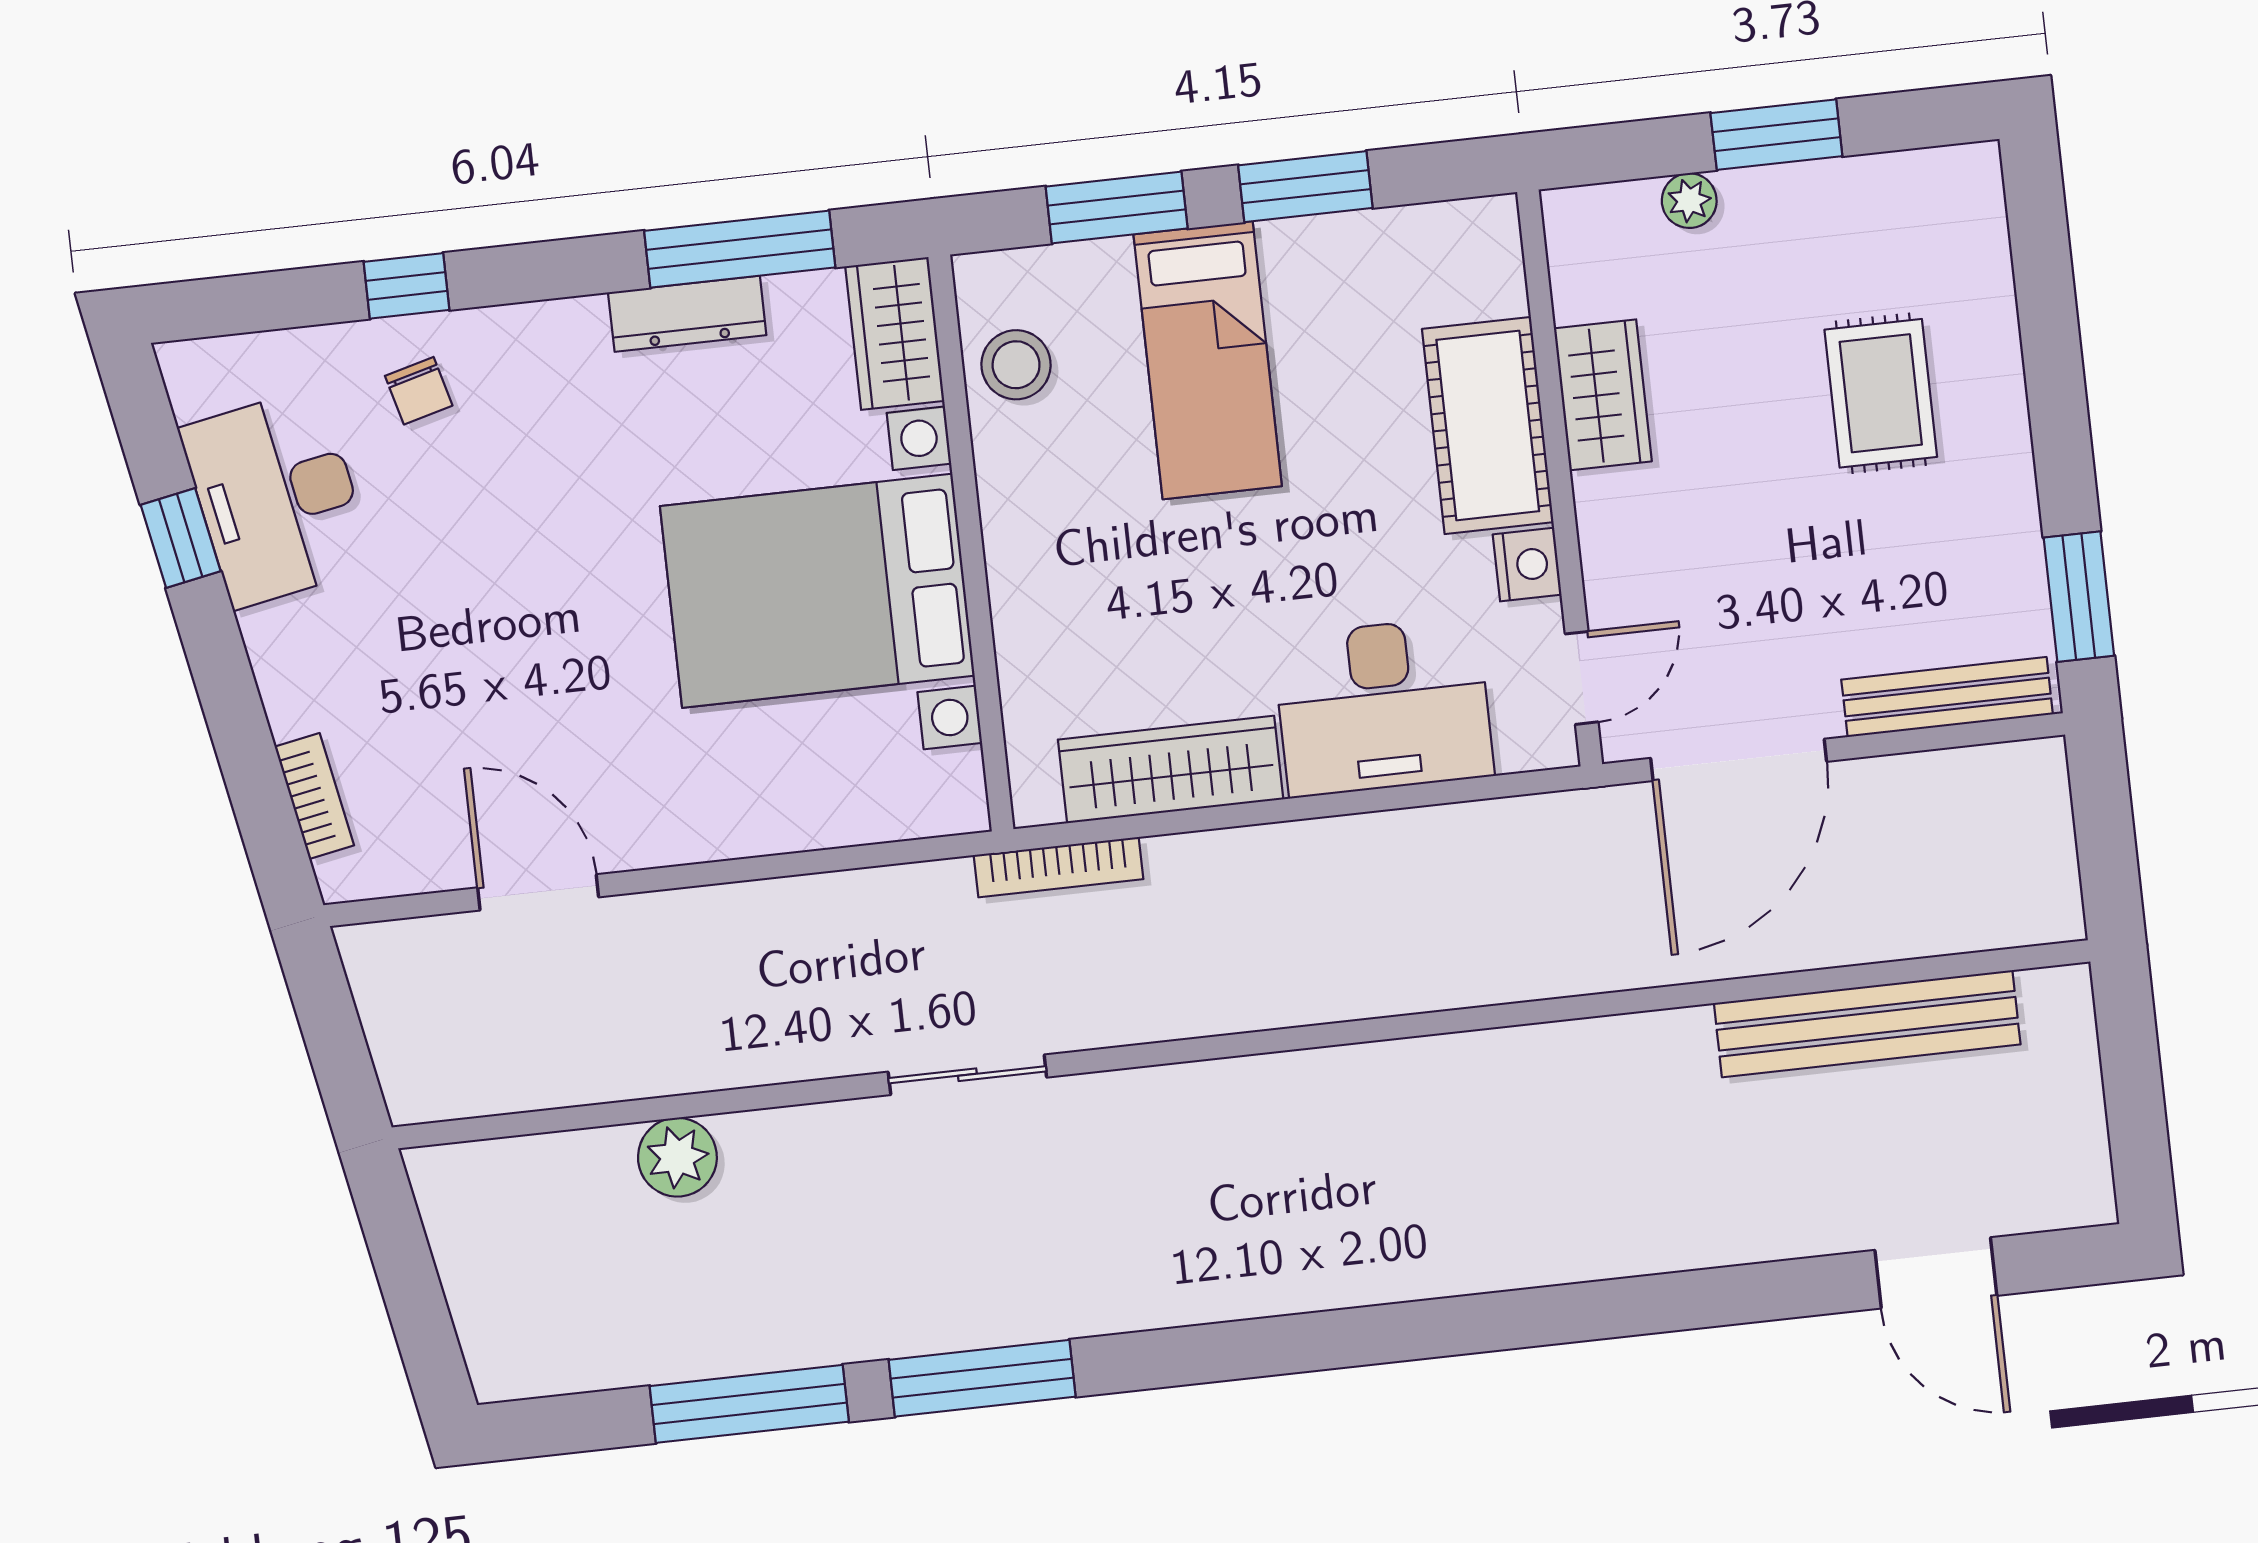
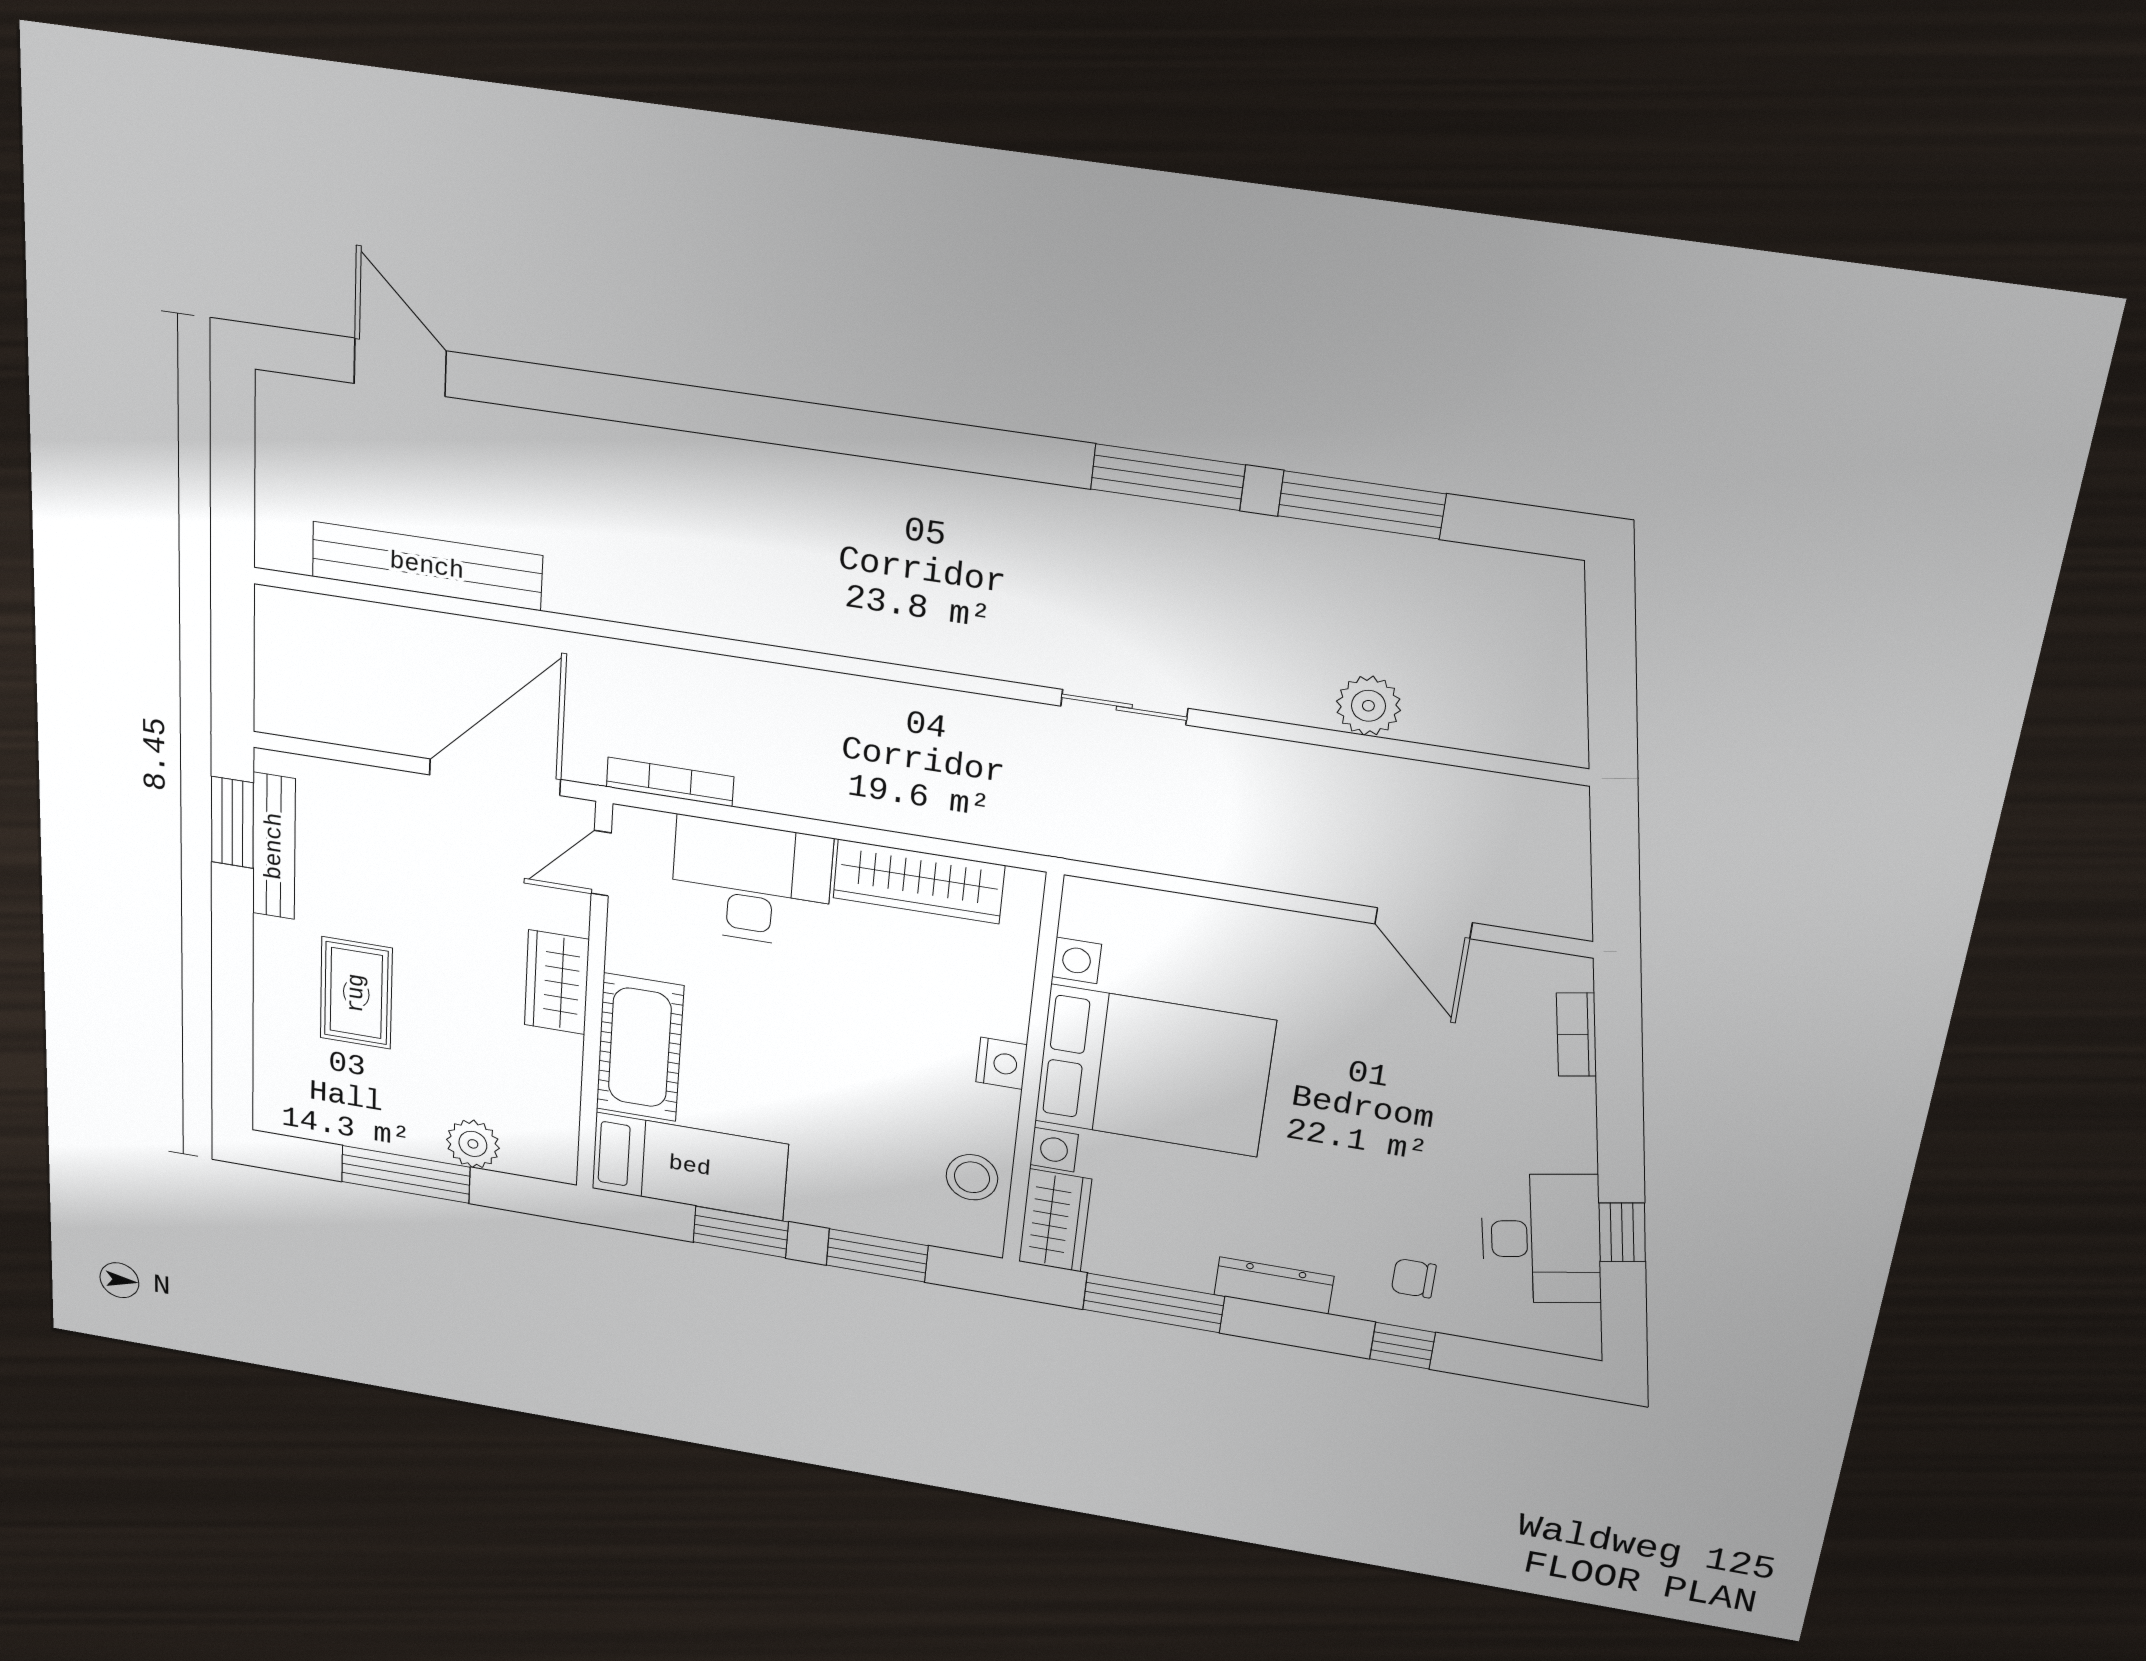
window: (1776, 135) -> (406, 1174), width x1.44
plant: (1689, 201) -> (473, 1144), width x1.38, depth x1.38
dresser: (687, 314) -> (1274, 1286), moved
bed: (1208, 360) -> (690, 1166), moved, turned 90
chair: (419, 391) -> (1414, 1278), turned -75
wardrobe: (1603, 395) -> (557, 982), moved
nightstand: (1527, 565) -> (1002, 1063), moved, turned 180
bench: (1947, 697) -> (274, 846), moved, turned 90
bookcase: (1059, 867) -> (670, 782), moved

